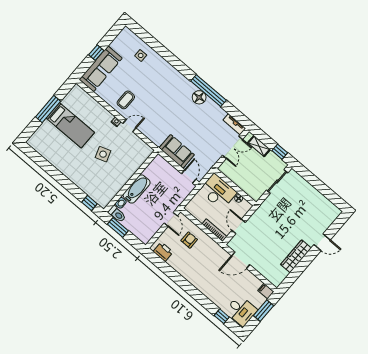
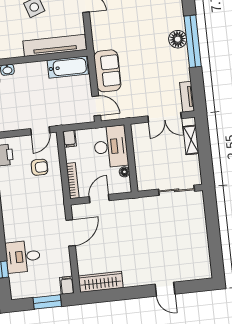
window: (280, 152) -> (206, 164), removed
tv unit: (134, 165) -> (55, 45), added
door: (189, 177) -> (96, 106), hinge flipped
bathtub: (137, 189) -> (68, 67), moved
filing cabinet: (191, 209) -> (69, 139), added
wardrobe: (296, 256) -> (101, 282), moved
door: (241, 260) -> (71, 233), swing flipped
desk: (241, 311) -> (23, 257), moved, turned 90

